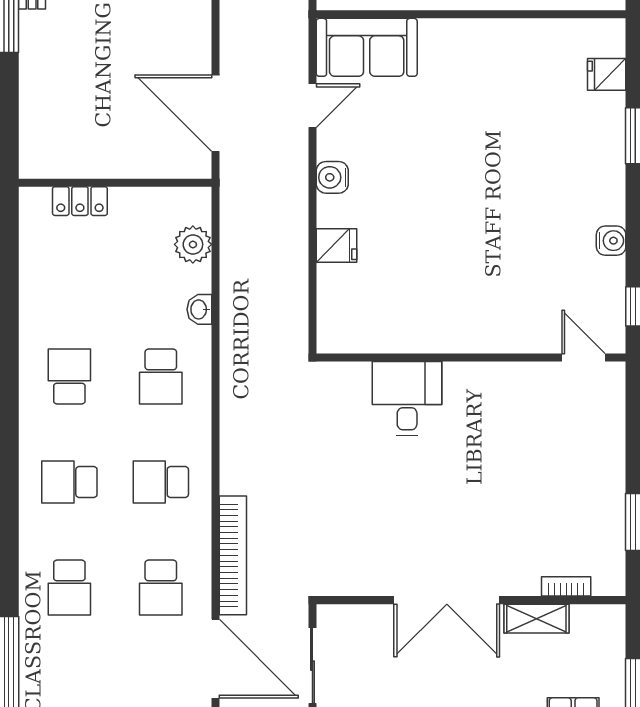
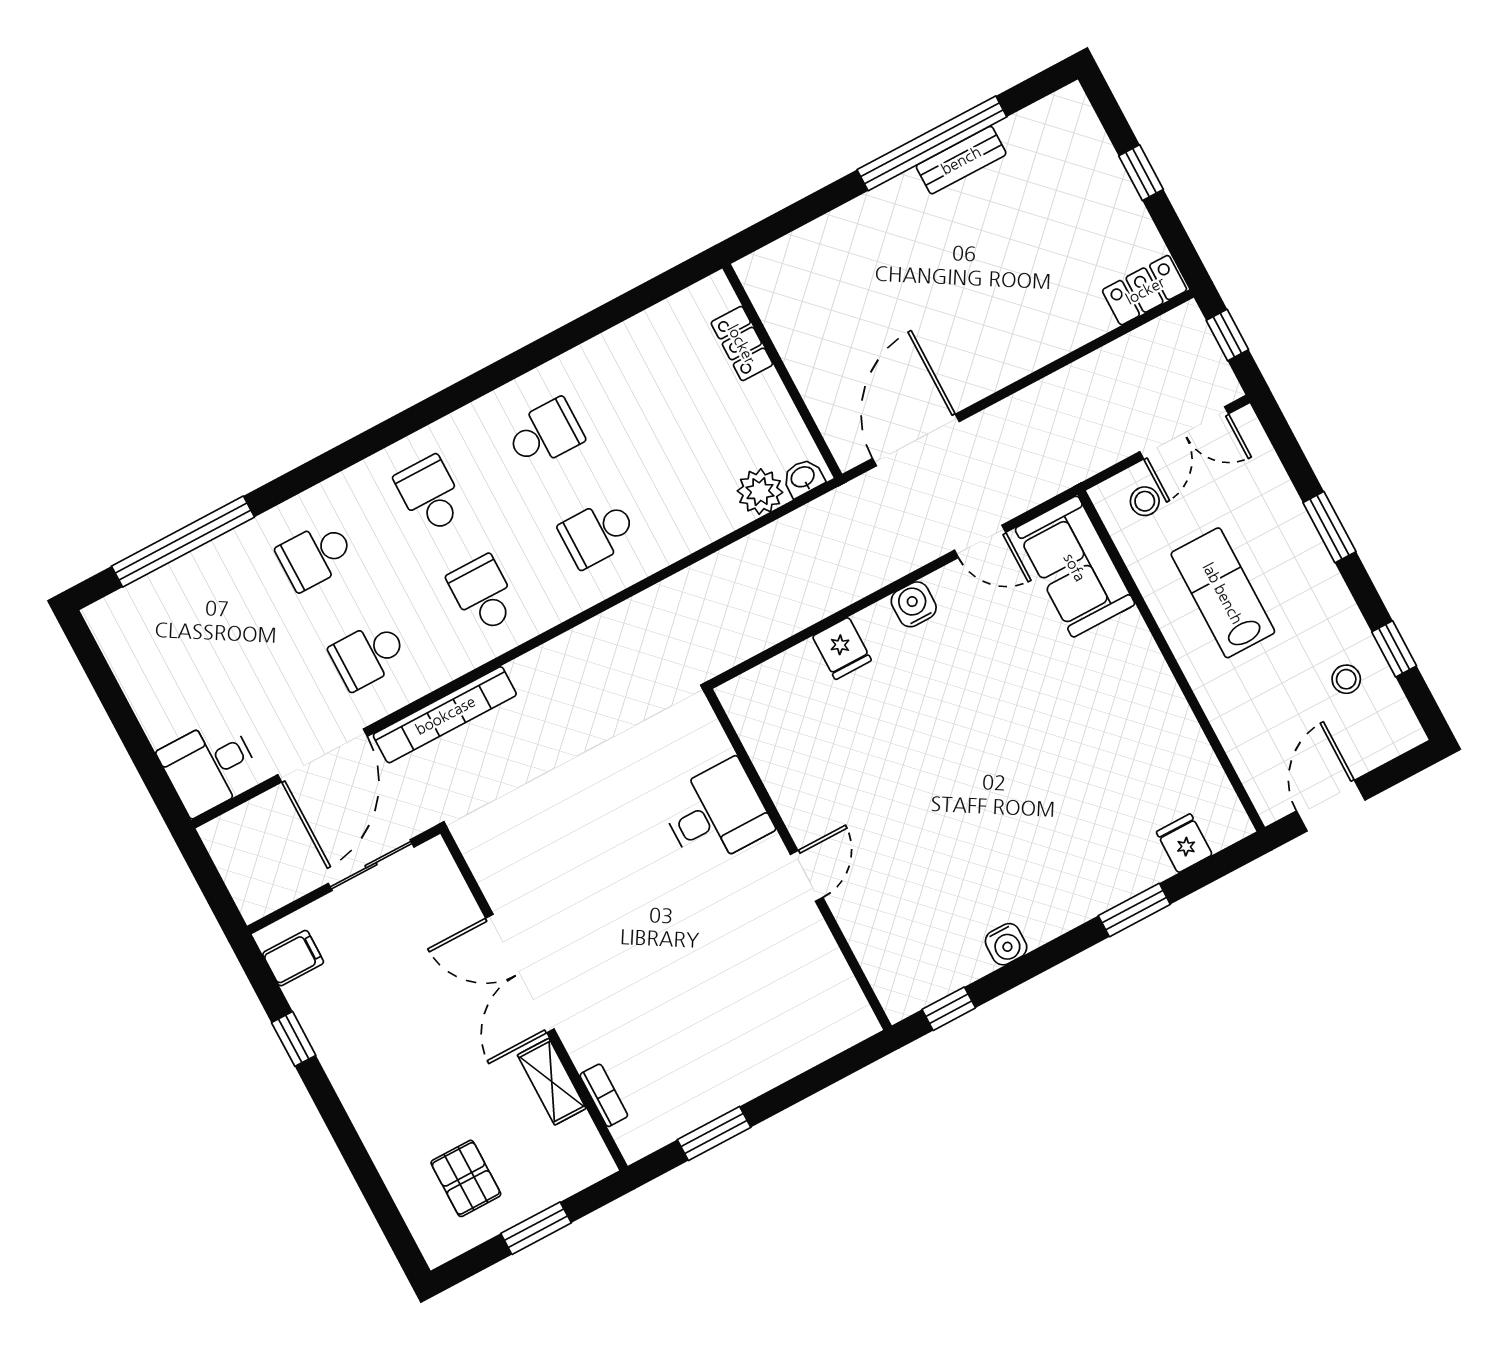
washbasin: (199, 309) -> (803, 478), moved
door: (583, 357) -> (807, 876), moved

